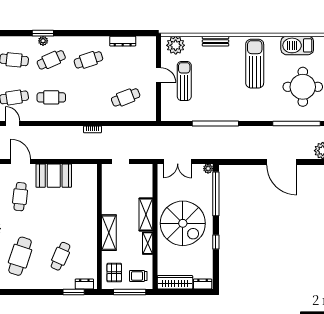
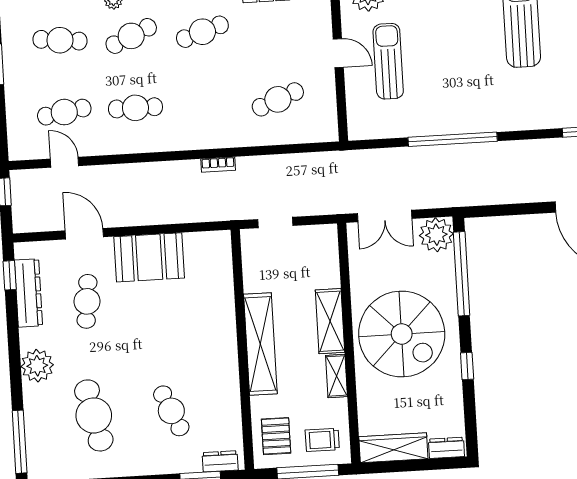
plant: (208, 169) -> (436, 235), width x1.87, depth x1.87
shelving: (109, 233) -> (260, 344), width x1.47
cafe table: (20, 256) -> (94, 415), turned -30
cafe table: (61, 256) -> (171, 411), turned -48

